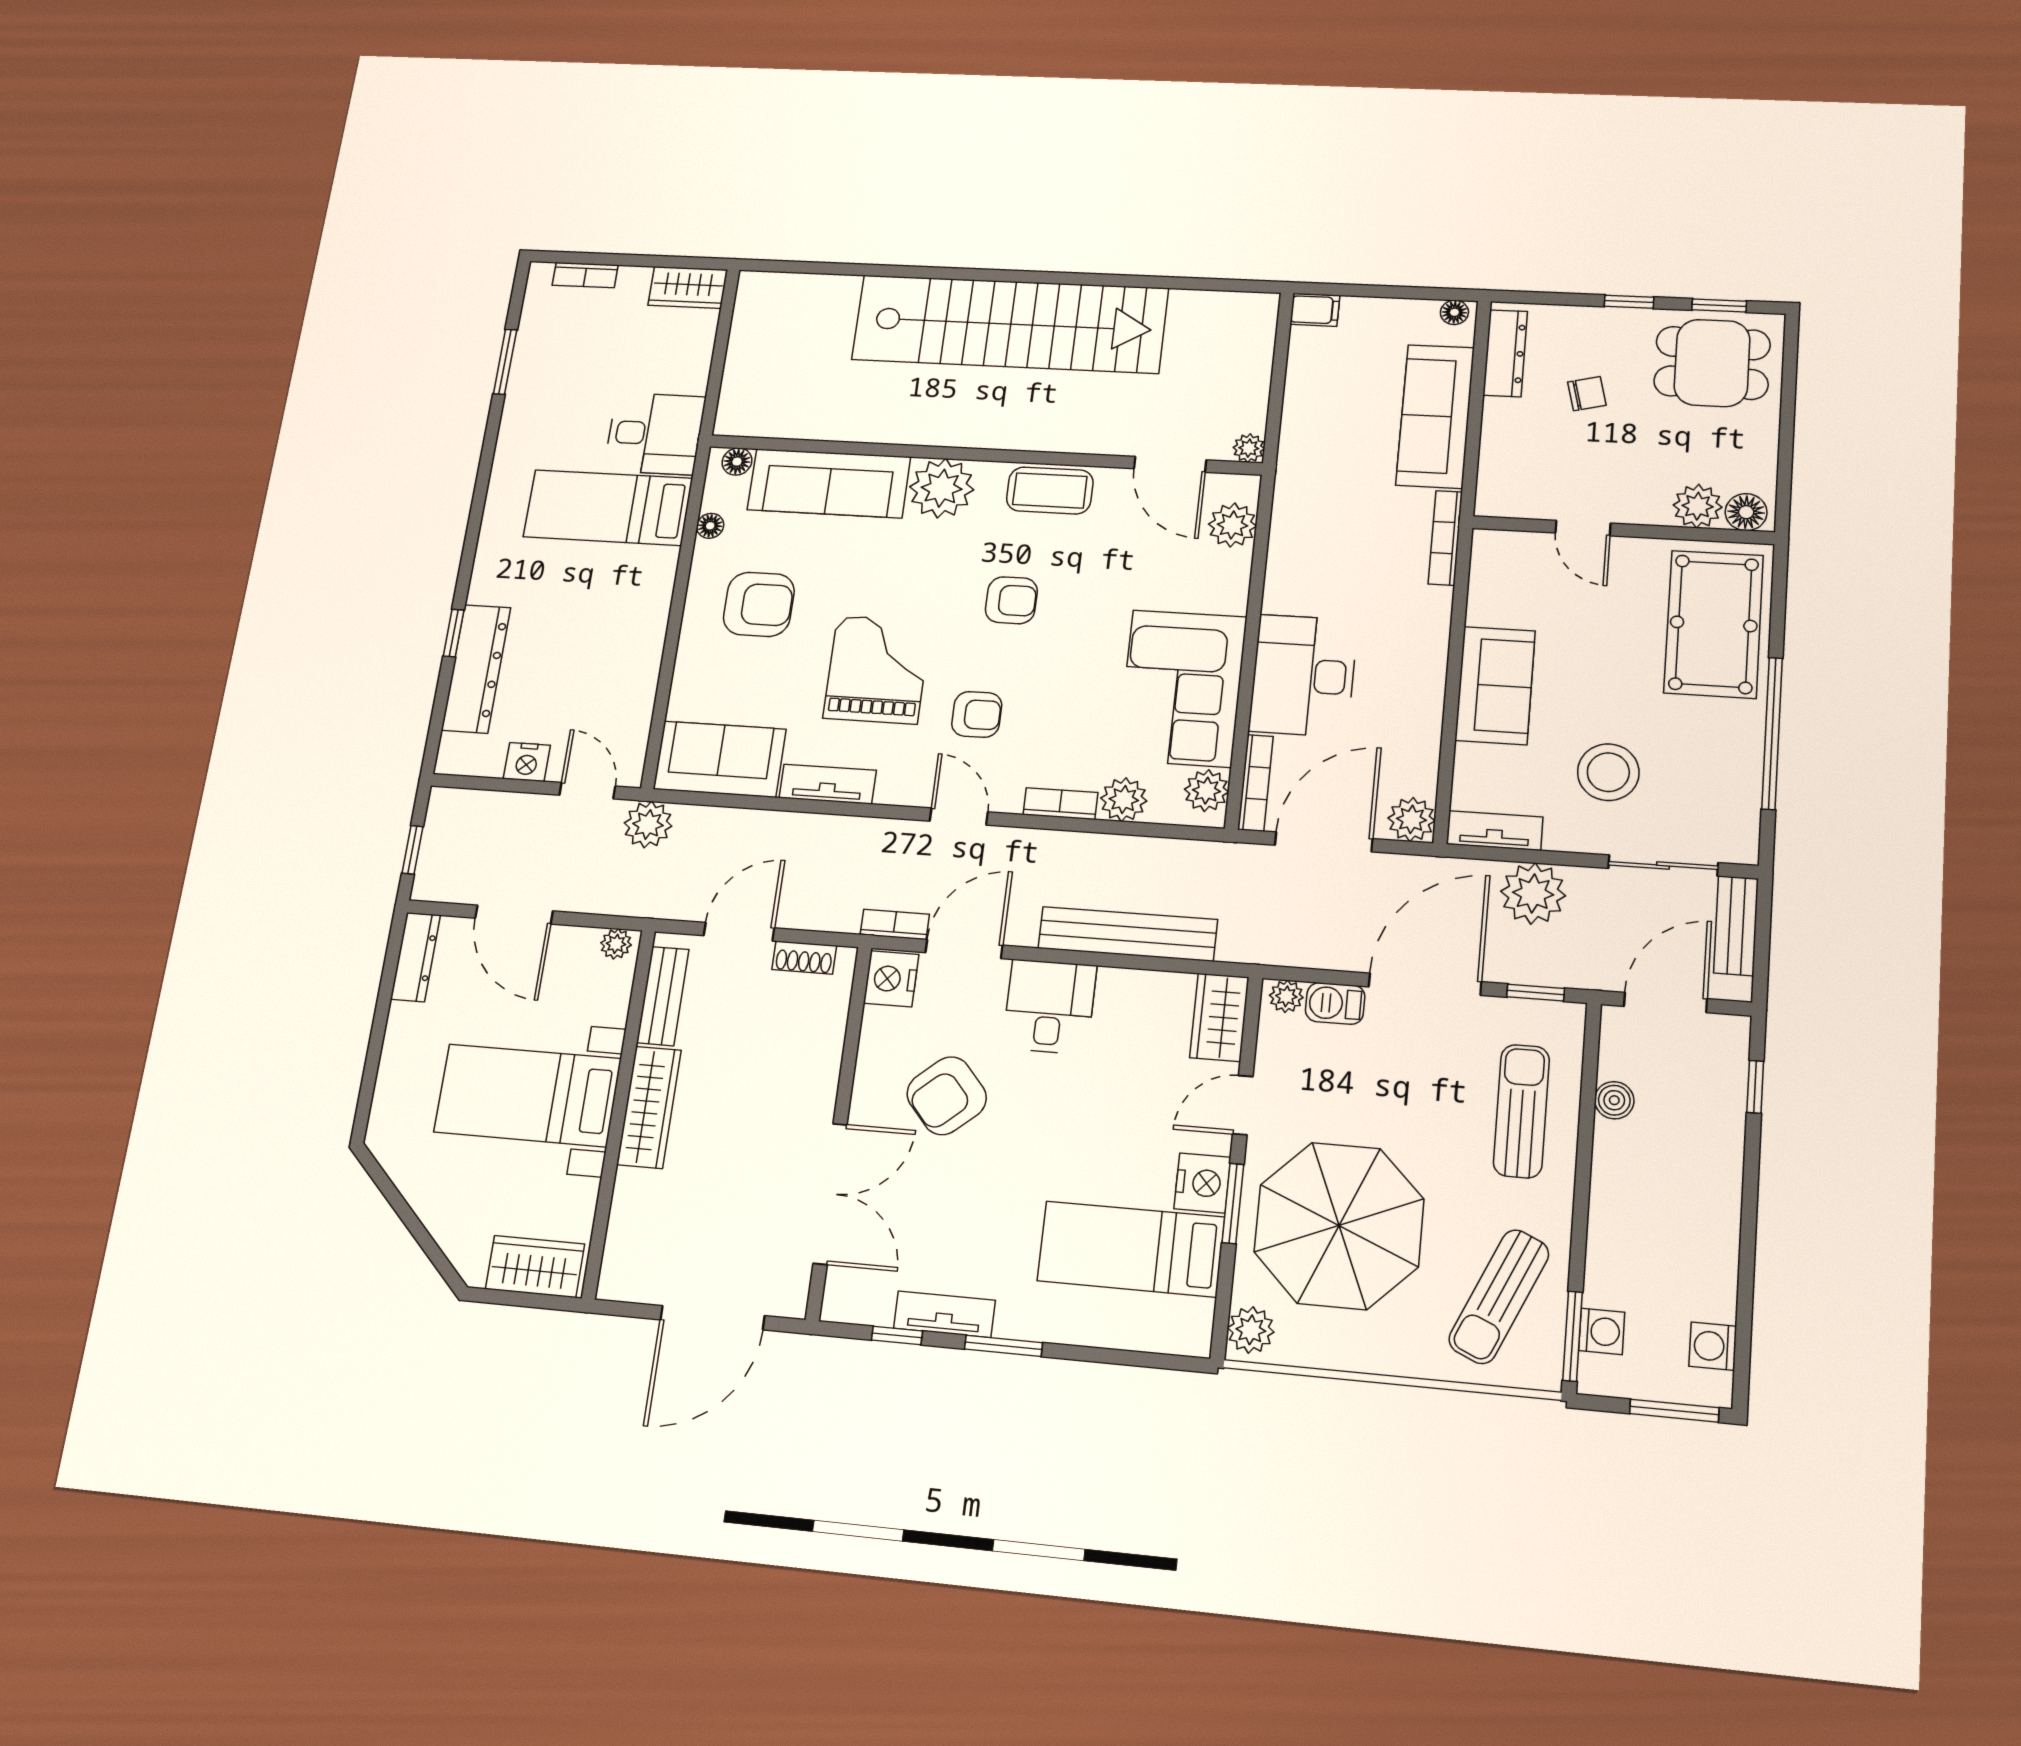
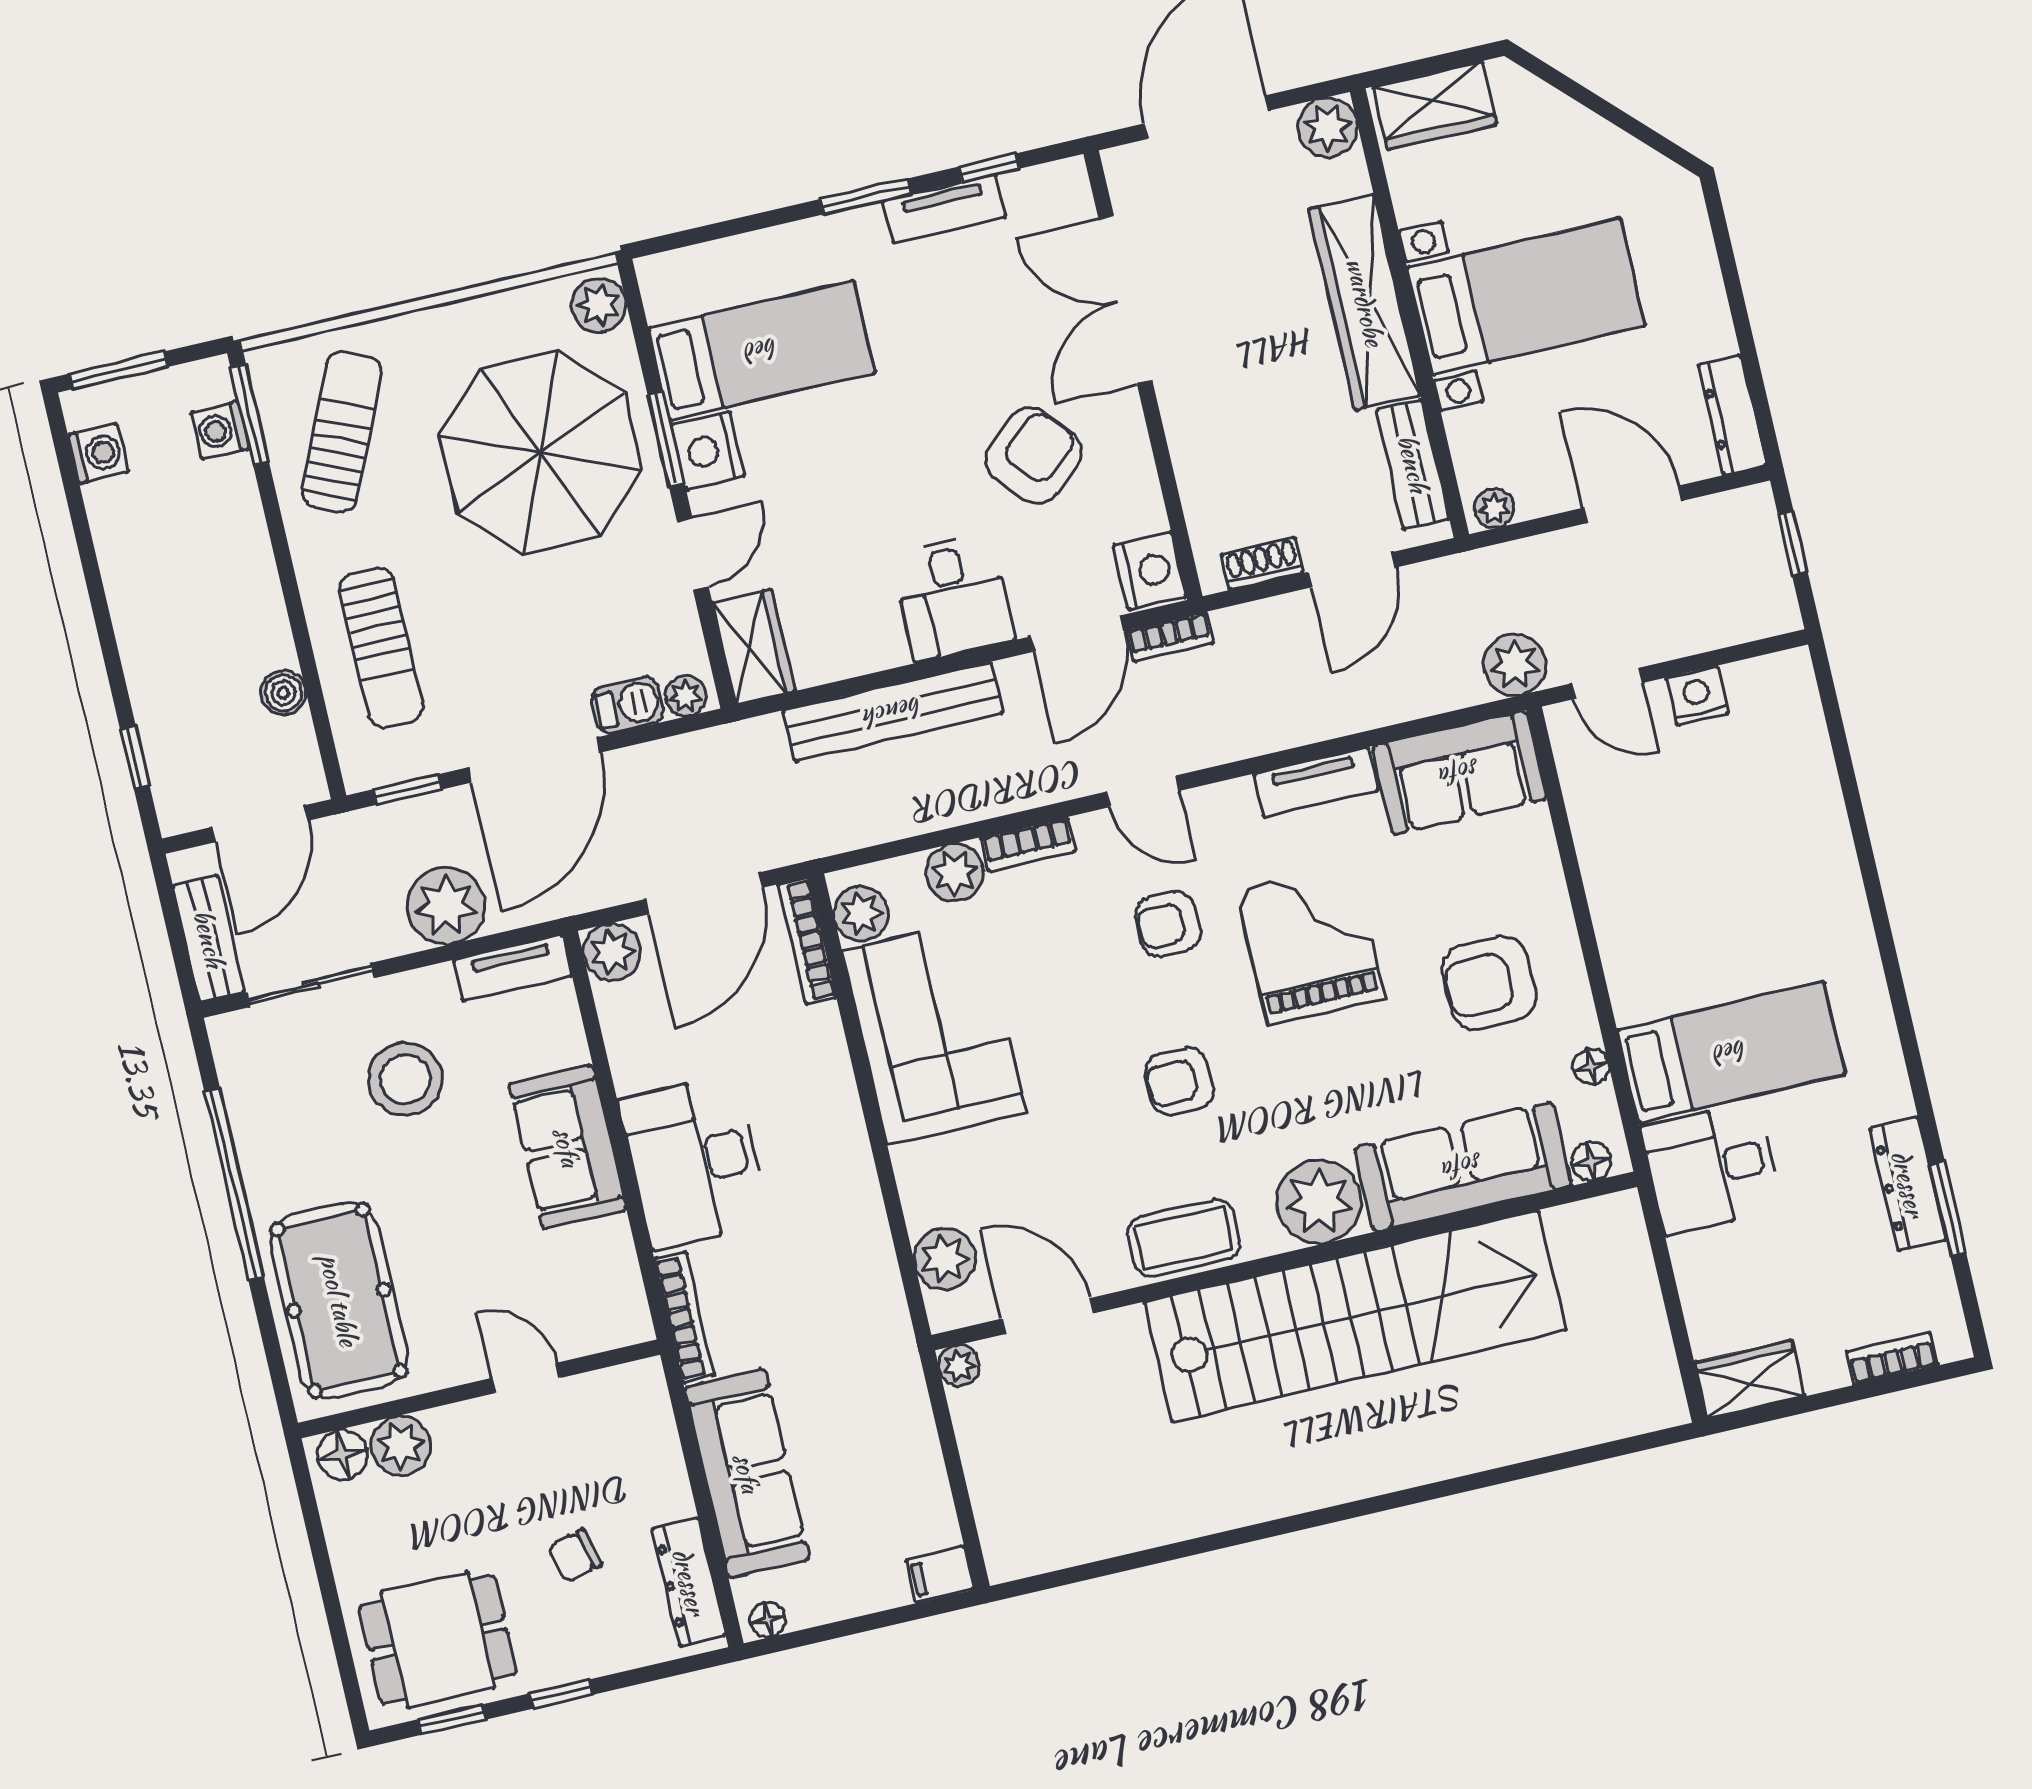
stairs: (1010, 324) -> (1355, 1316), moved, turned 180
window: (454, 633) -> (1860, 830), removed
dresser: (476, 669) -> (1908, 1184), moved, width x0.73, depth x0.80
grand piano: (877, 670) -> (1310, 944), turned 180
desk: (1303, 676) -> (694, 1162), moved, turned 180
wardrobe: (649, 1107) -> (1365, 302), width x1.40, depth x1.17
plant: (623, 1277) -> (1328, 128), added

